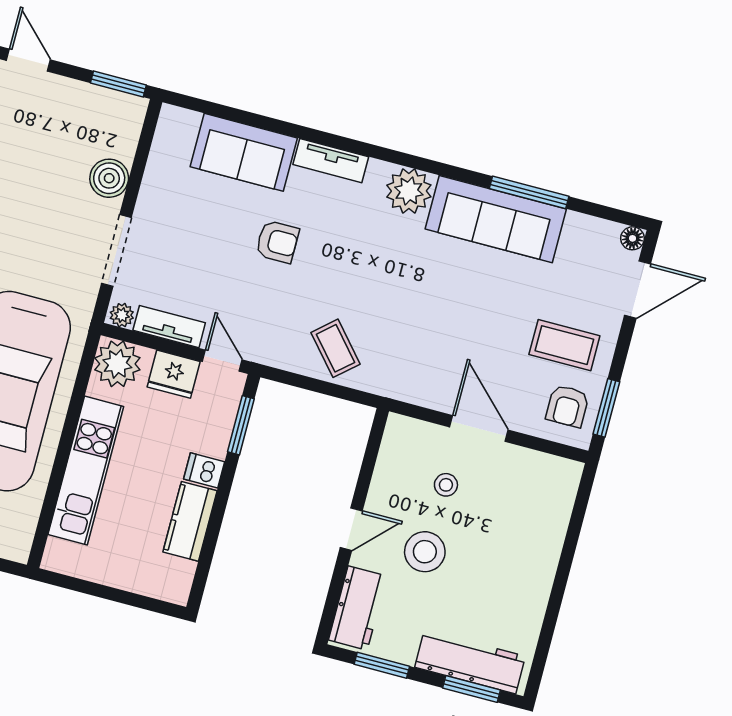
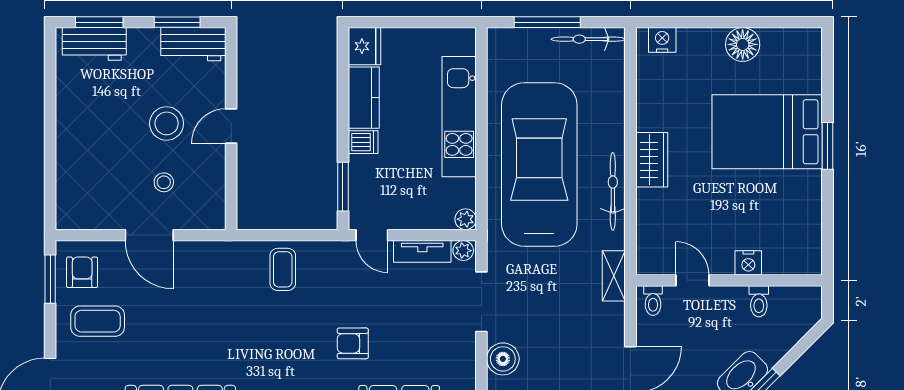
coffee table: (335, 348) -> (283, 269), turned 41
plant: (117, 364) -> (466, 219), width x0.53, depth x0.53
fridge: (174, 374) -> (364, 46), moved, turned 90
workbench: (358, 608) -> (193, 44), moved, turned -90
workbench: (470, 662) -> (94, 44), width x0.73

